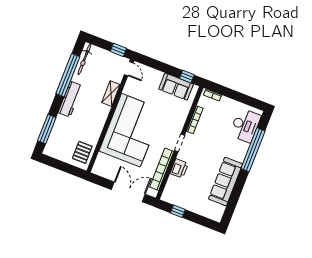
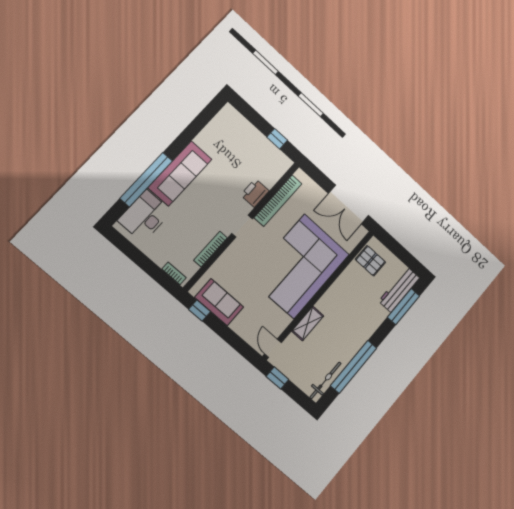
workbench: (70, 99) -> (399, 289), moved
pallet: (82, 152) -> (370, 261), turned 90
sofa: (226, 182) -> (180, 173), moved
double door: (128, 192) -> (348, 204), moved

